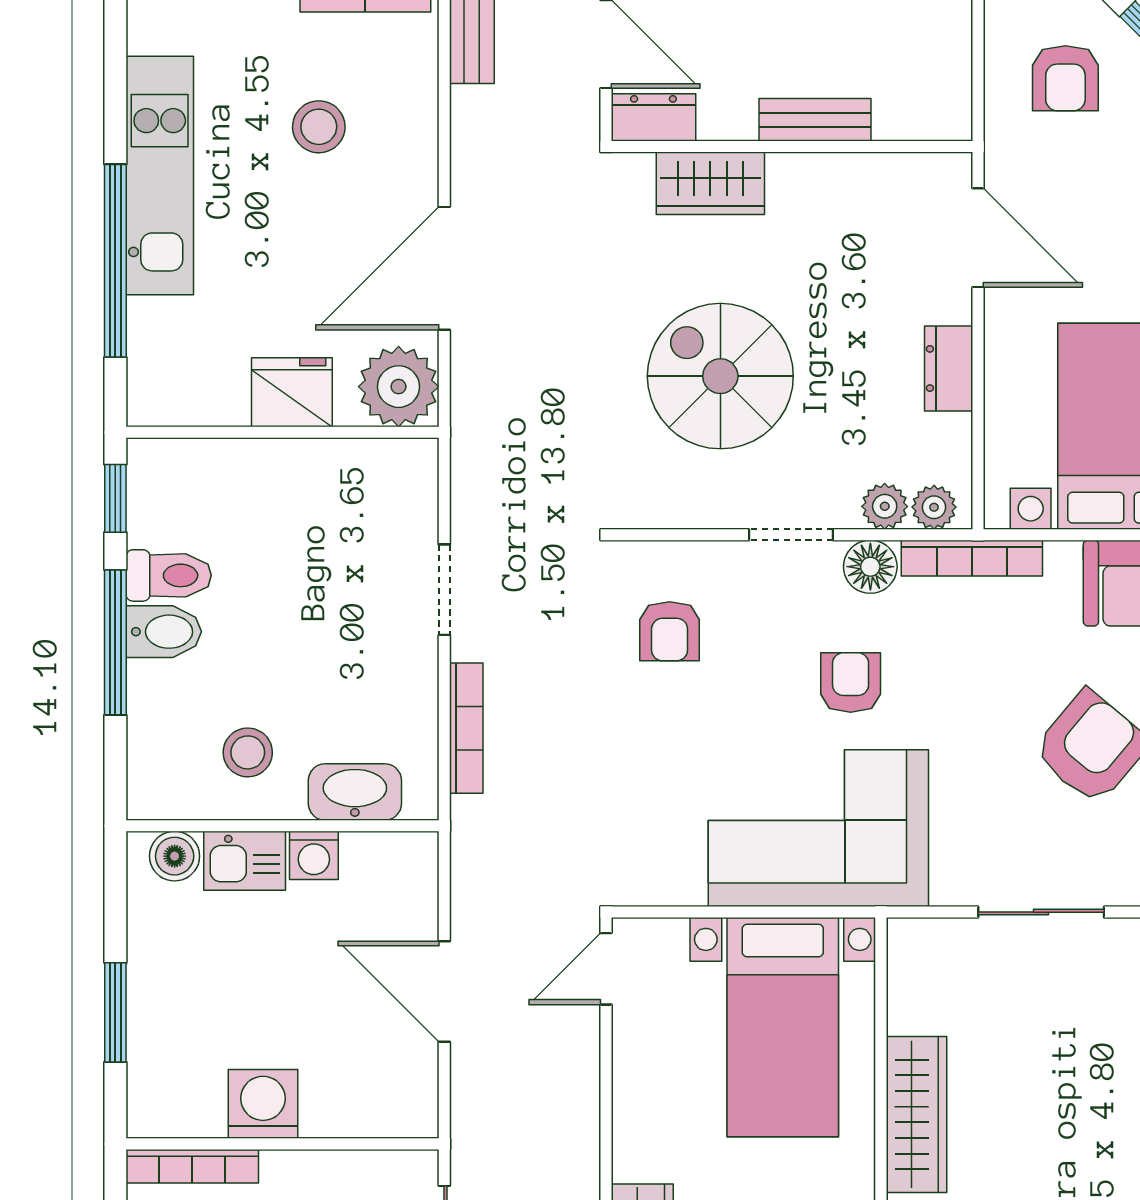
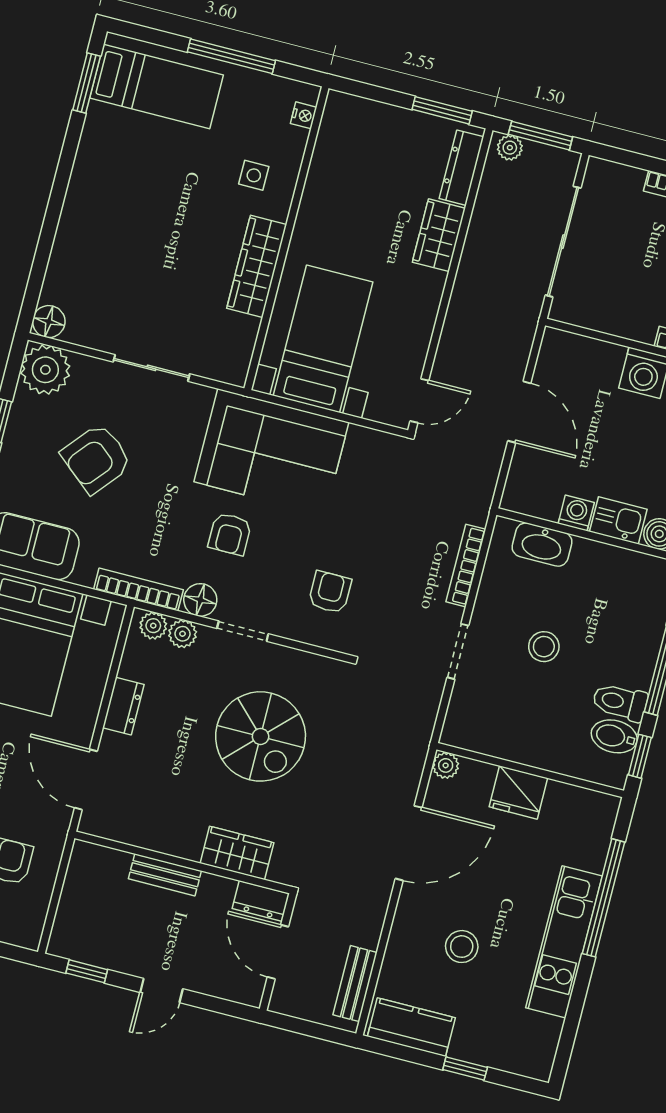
plant: (399, 387) -> (446, 765), width x0.53, depth x0.53
bidet: (164, 632) -> (614, 736), moved
stool: (248, 752) -> (544, 647), moved

